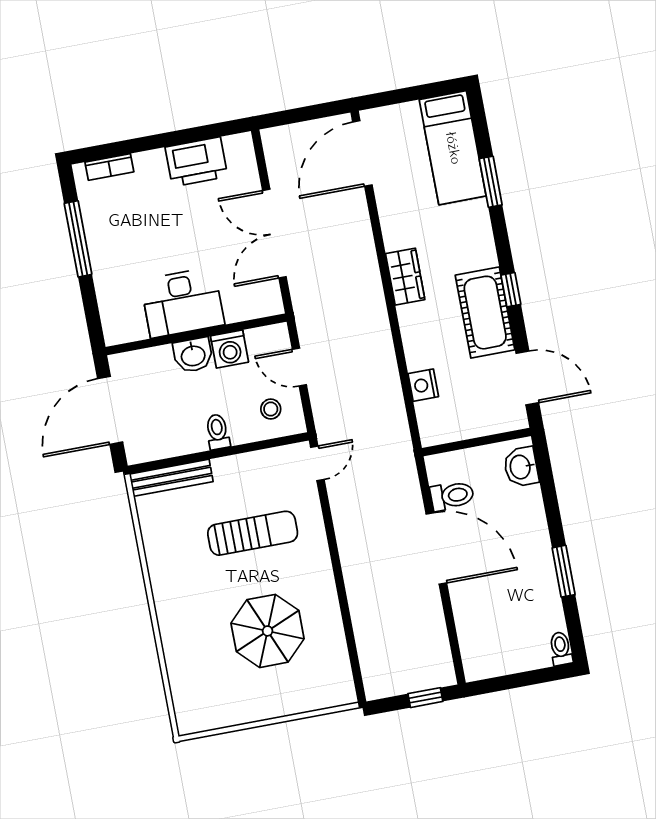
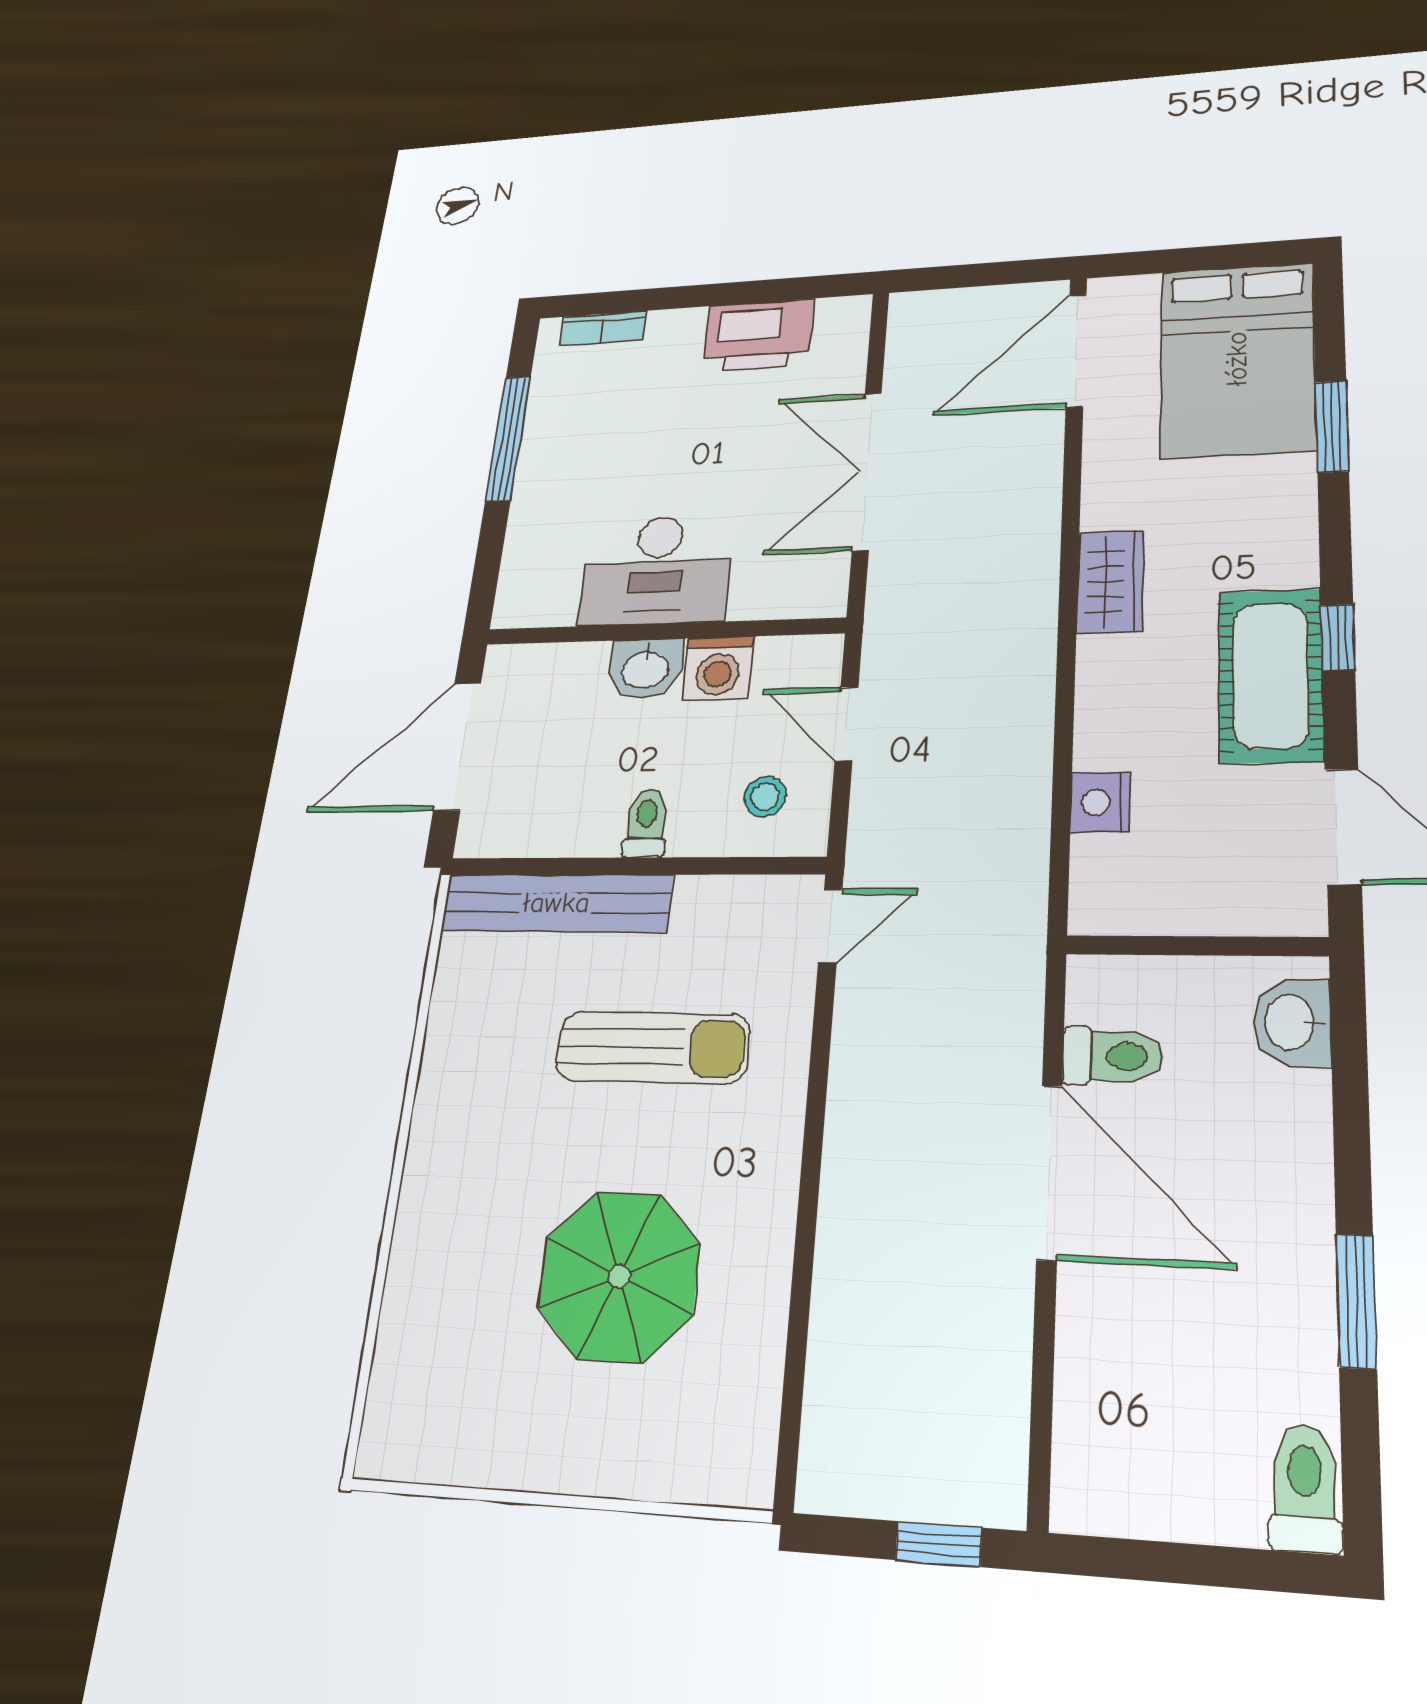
bed: (453, 148) -> (1237, 359), width x1.50
bench: (171, 478) -> (556, 903), width x1.37, depth x1.21
toilet: (561, 649) -> (1305, 1488), width x1.37, depth x1.39

